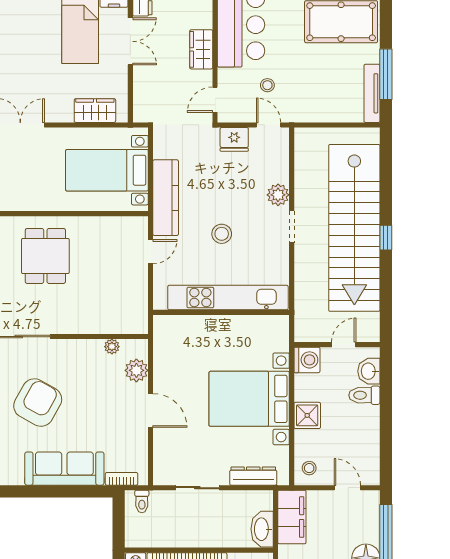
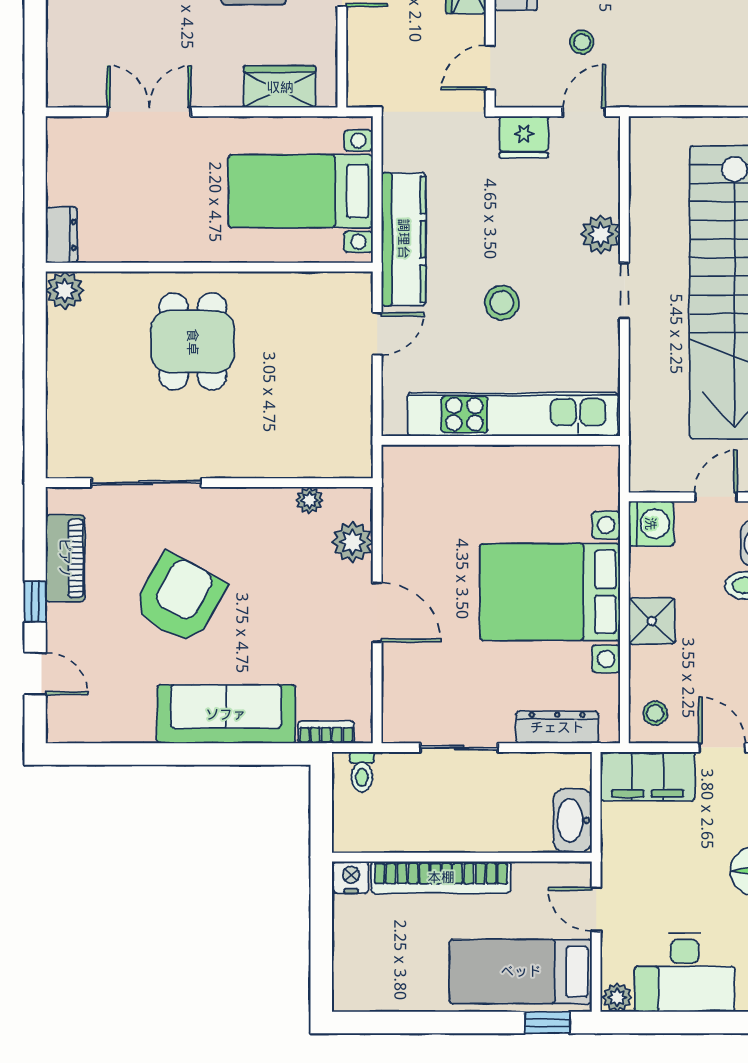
door: (269, 125) -> (584, 112), hinge flipped
filing cabinet: (292, 517) -> (648, 776), moved, turned 90

